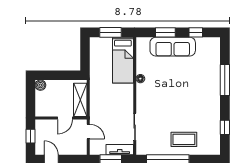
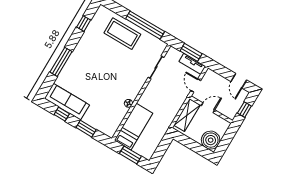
sofa: (173, 47) -> (67, 102), moved
boiler: (40, 85) -> (211, 140), width x1.86, depth x1.86
coffee table: (184, 139) -> (122, 34), width x1.36, depth x1.32
tv unit: (120, 150) -> (192, 64), moved

